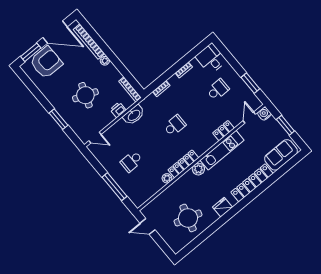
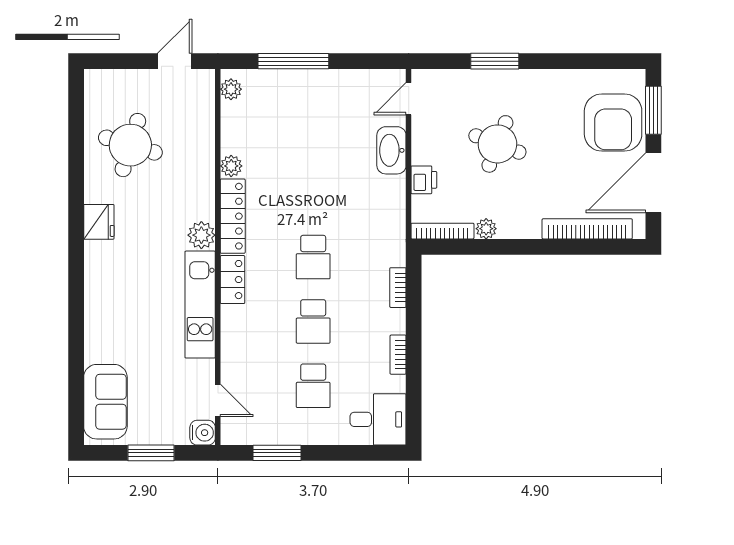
plant: (105, 61) -> (486, 229), moved
washbasin: (134, 115) -> (391, 150), moved
locker: (224, 131) -> (233, 280), moved
school desk: (132, 161) -> (313, 321), moved, turned 180
locker: (252, 183) -> (99, 310), removed
plant: (141, 200) -> (231, 89), added

